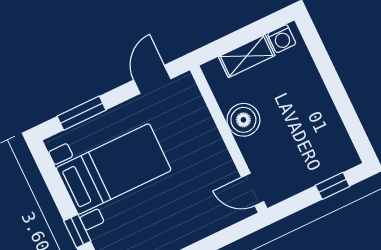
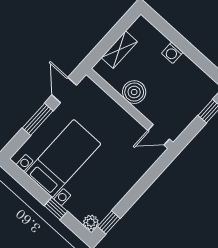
washing machine: (282, 39) -> (172, 53), moved, turned 90
window: (81, 113) -> (38, 119), moved

